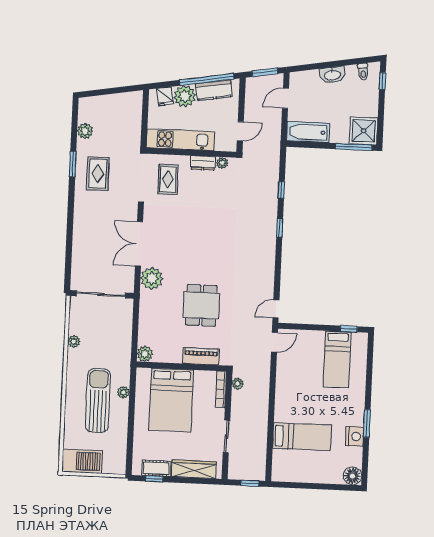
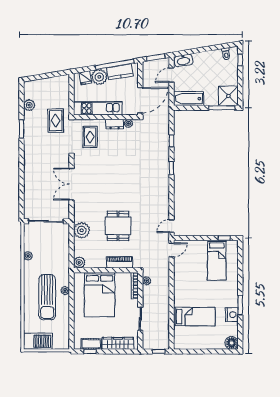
washbasin: (332, 75) -> (183, 60), moved
door: (240, 131) -> (140, 100), width x1.87
rug: (98, 174) -> (56, 121), moved
plant: (152, 278) -> (82, 230), moved
sun lounger: (98, 400) -> (47, 297), turned 180

